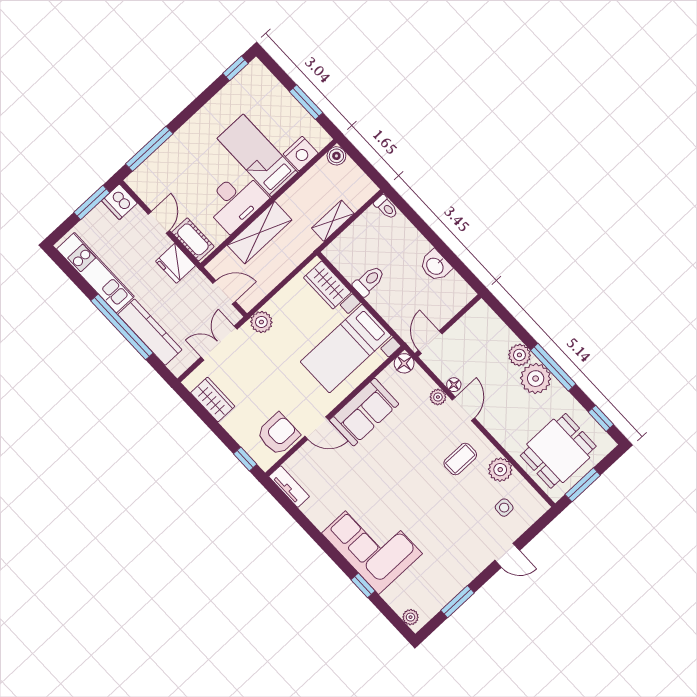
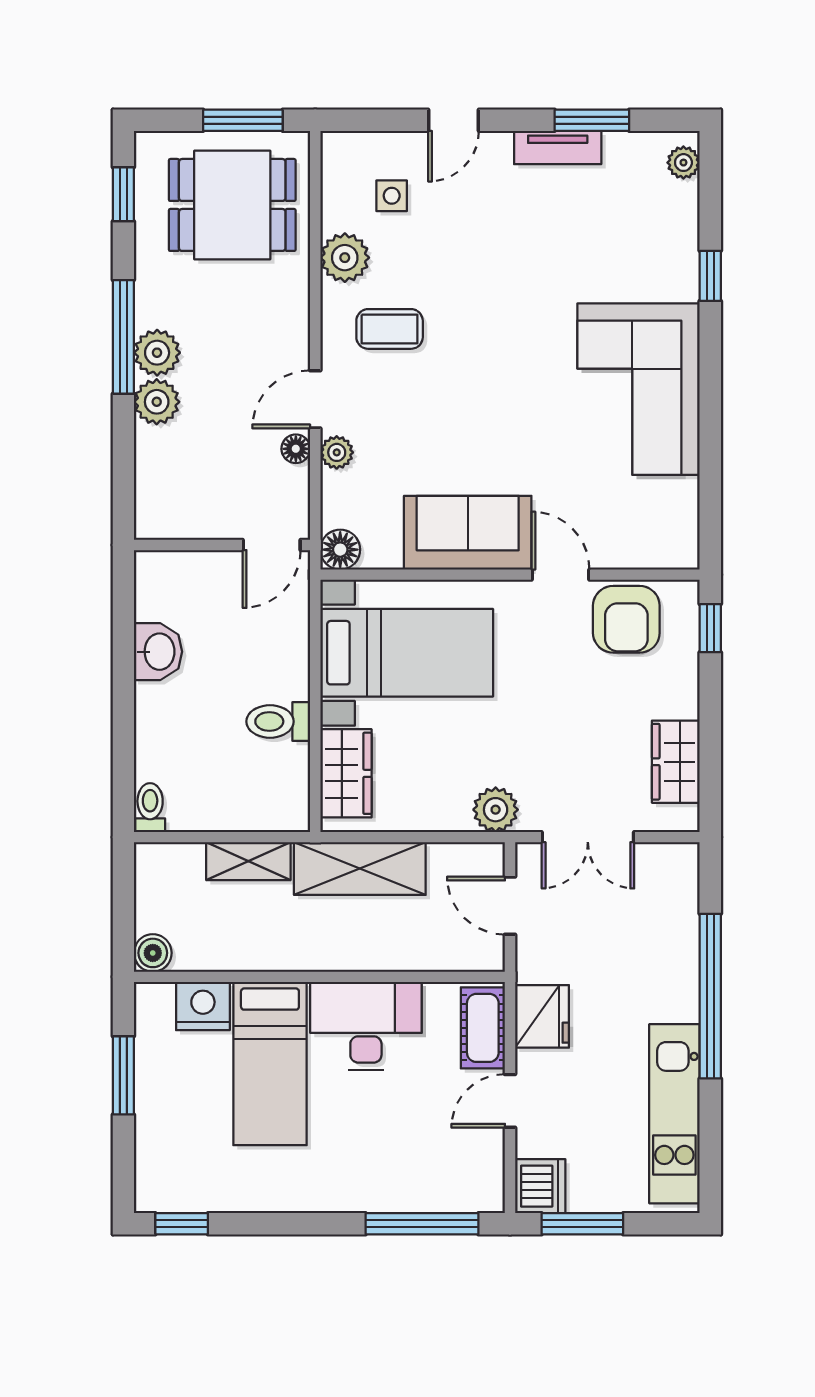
shelving: (260, 233) -> (360, 869), moved
kitchen counter: (150, 332) -> (676, 950), removed
plant: (536, 379) -> (157, 353), width x0.73, depth x0.73
armchair: (278, 434) -> (626, 619), turned -90
tv unit: (289, 487) -> (558, 148), moved, turned -90
corner sofa: (372, 543) -> (638, 389), moved
door: (507, 555) -> (453, 120), swing flipped

